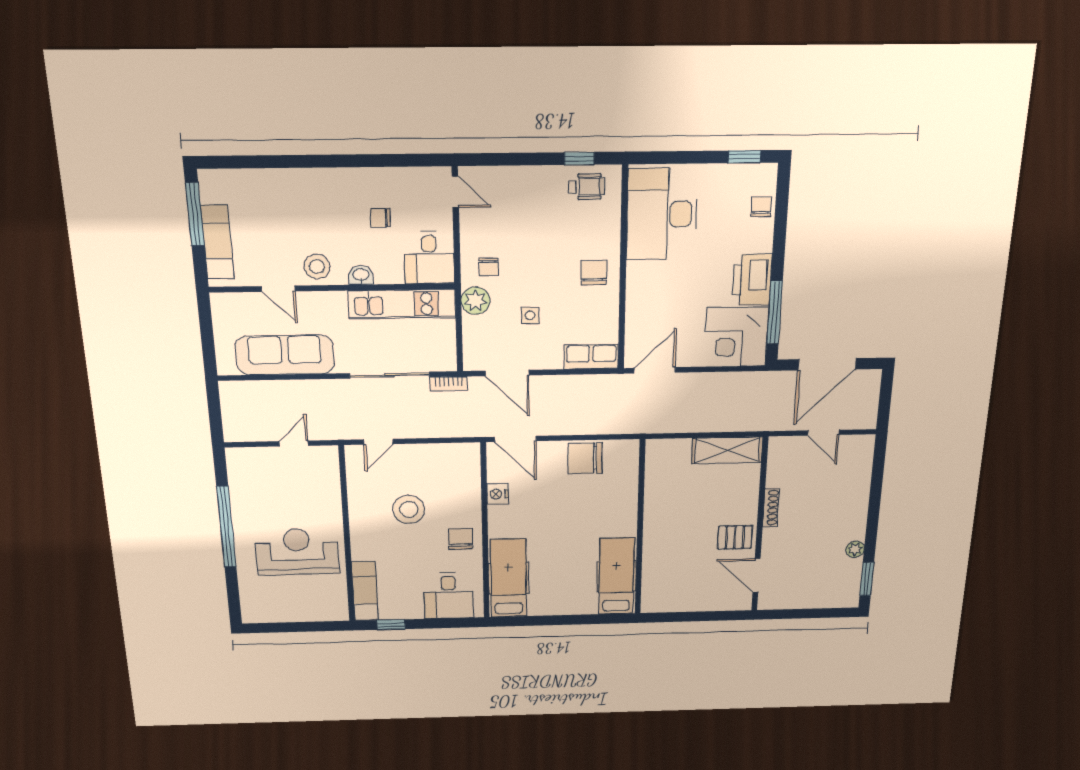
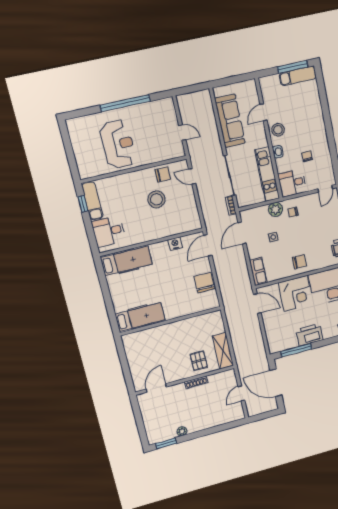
exam couch: (217, 242) -> (298, 76), moved
corner desk: (736, 337) -> (296, 293), moved, turned 180
pallet: (735, 537) -> (199, 361), moved
chair: (460, 539) -> (163, 174), moved
exam couch: (365, 591) -> (92, 201), moved, turned -90

